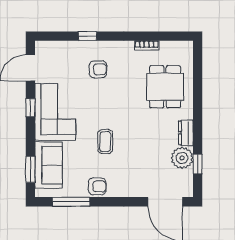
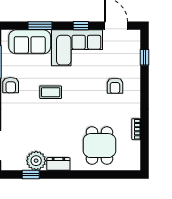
window: (87, 36) -> (145, 57), moved
dining table: (165, 87) -> (99, 146), turned 90
window: (30, 169) -> (40, 26), moved

